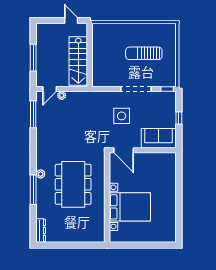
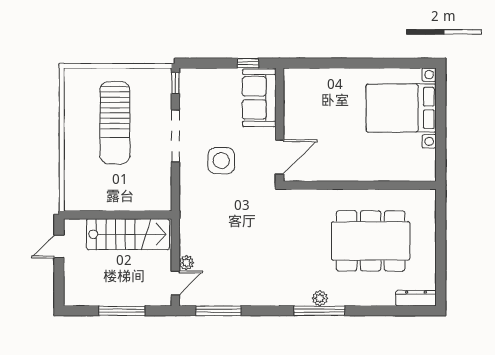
sun lounger: (144, 53) -> (115, 123), width x1.36, depth x1.34
door: (50, 89) -> (175, 283), hinge flipped
window: (179, 118) -> (248, 63), moved
dining table: (73, 184) -> (371, 241), moved
window: (33, 190) -> (319, 311), moved
bed with nightstands: (130, 207) -> (401, 108), moved, turned -90

